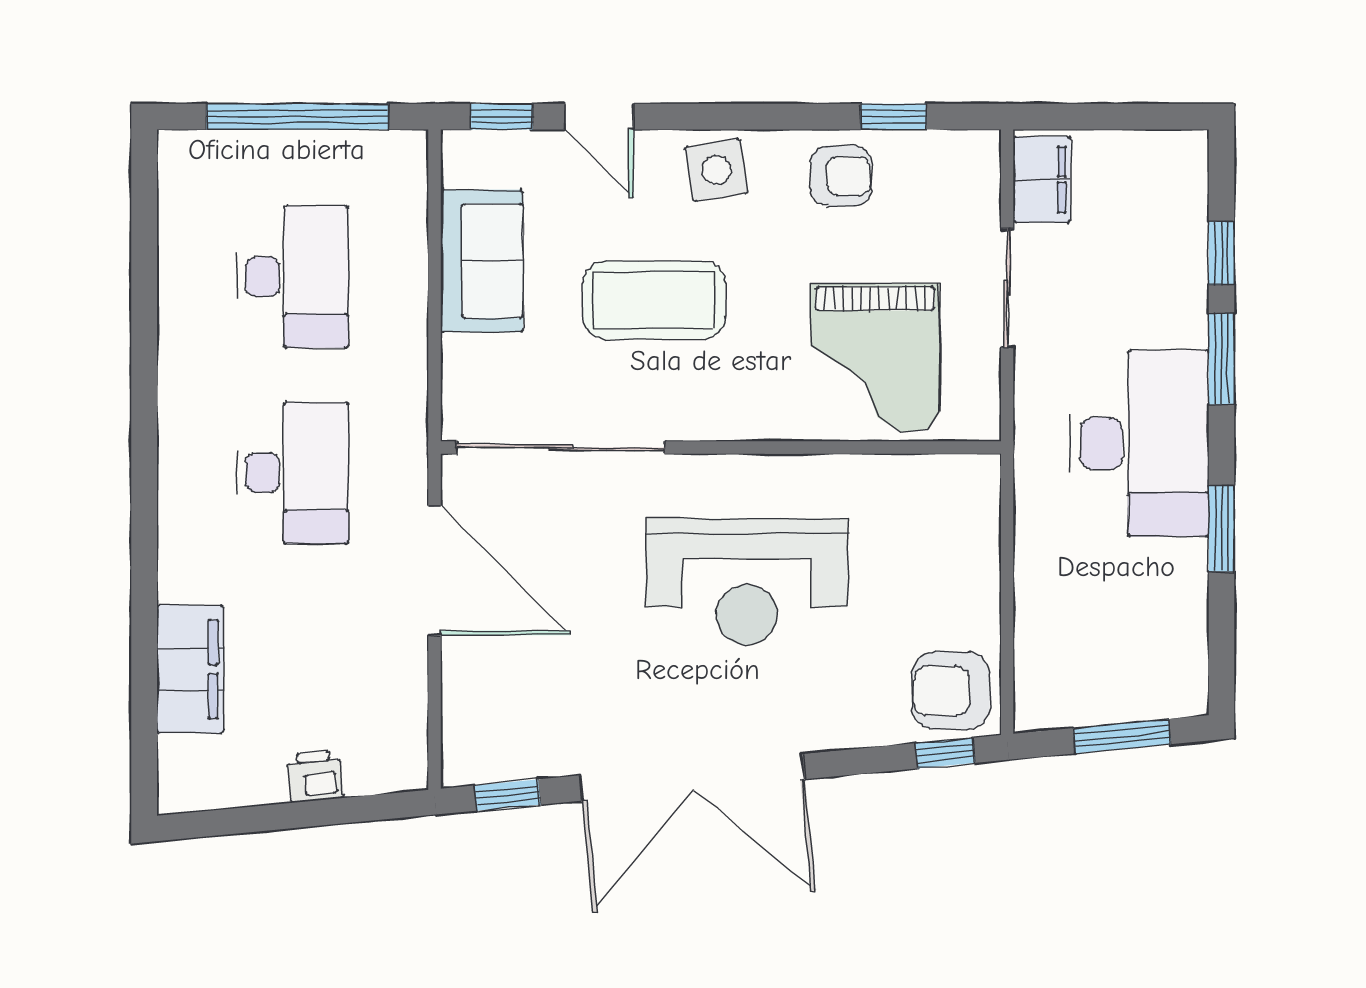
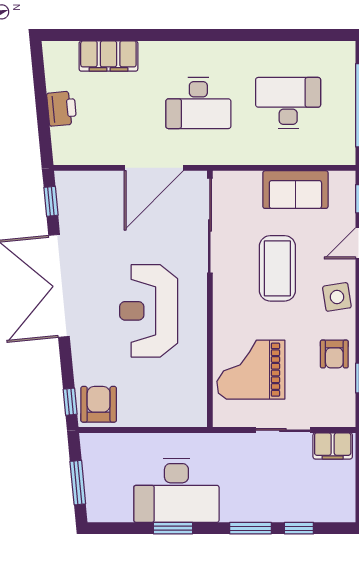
desk: (293, 277) -> (288, 103), turned 180
desk: (1139, 443) -> (176, 490), moved
printer: (315, 776) -> (62, 109), width x1.36, depth x1.24

